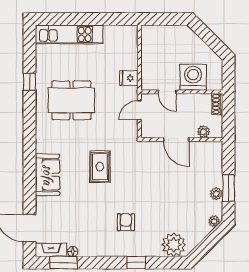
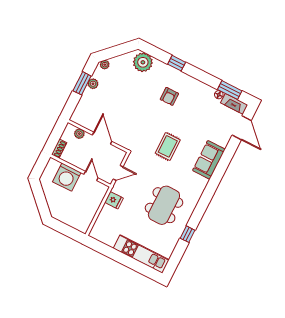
dining table: (71, 100) -> (164, 205), turned 90

